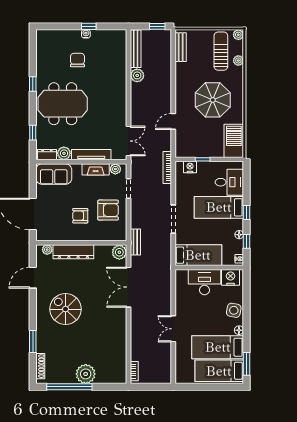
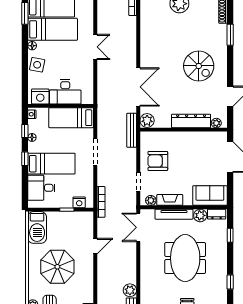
meeting table: (63, 104) -> (185, 258), moved, turned 90
armchair: (80, 216) -> (185, 156), removed
bench: (135, 242) -> (132, 130), width x1.36

